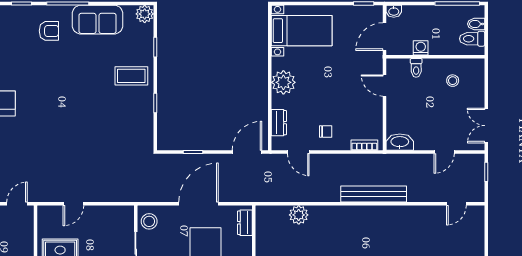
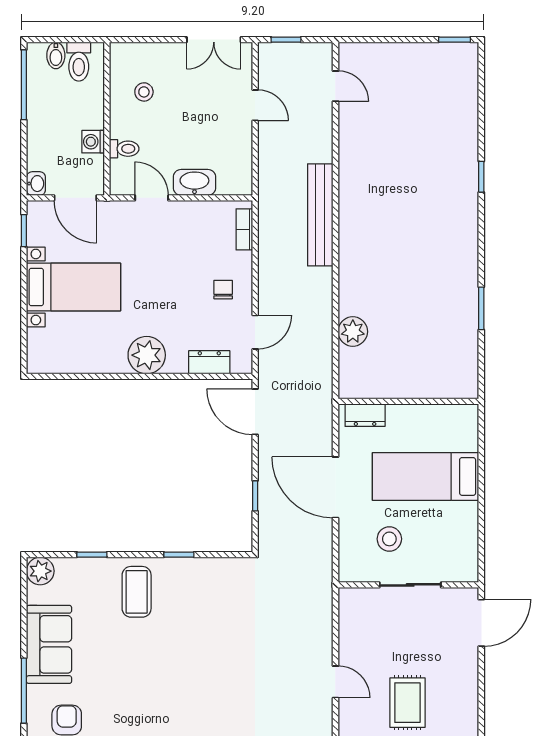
bed with nightstands: (302, 31) -> (73, 287), moved, turned 90
door: (385, 86) -> (152, 198), swing flipped
washbasin: (400, 142) -> (194, 182), moved, turned 90
stool: (149, 221) -> (389, 539), moved

